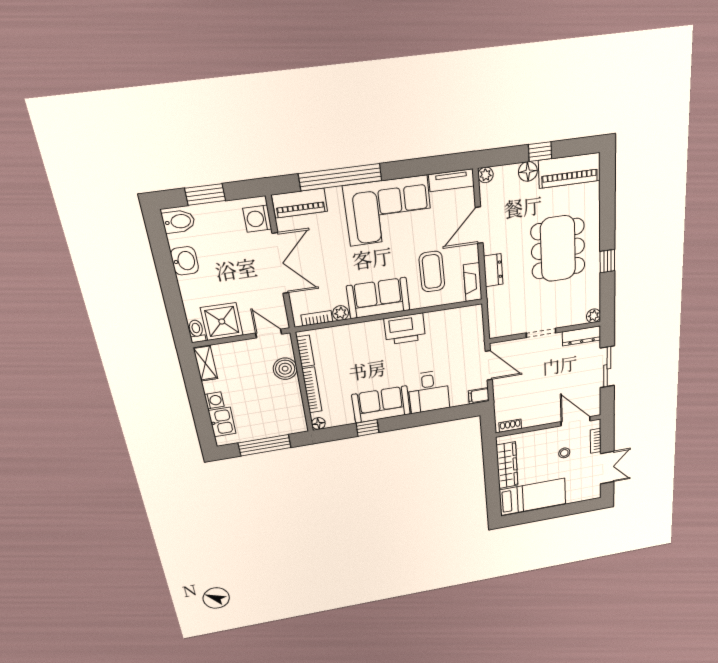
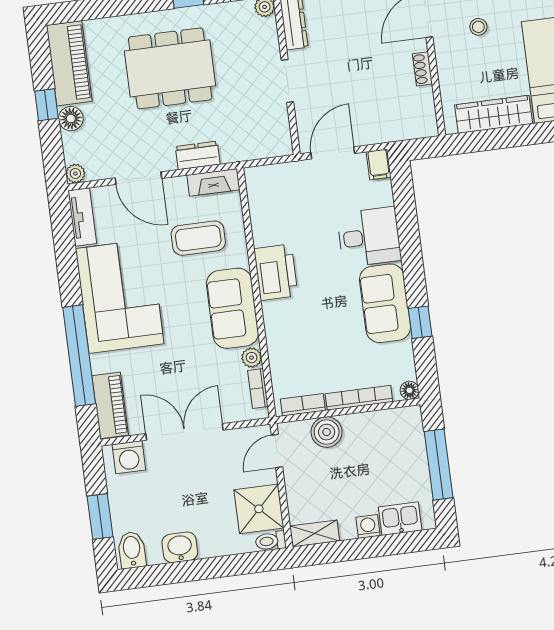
shoe rack: (510, 426) -> (422, 69), moved

